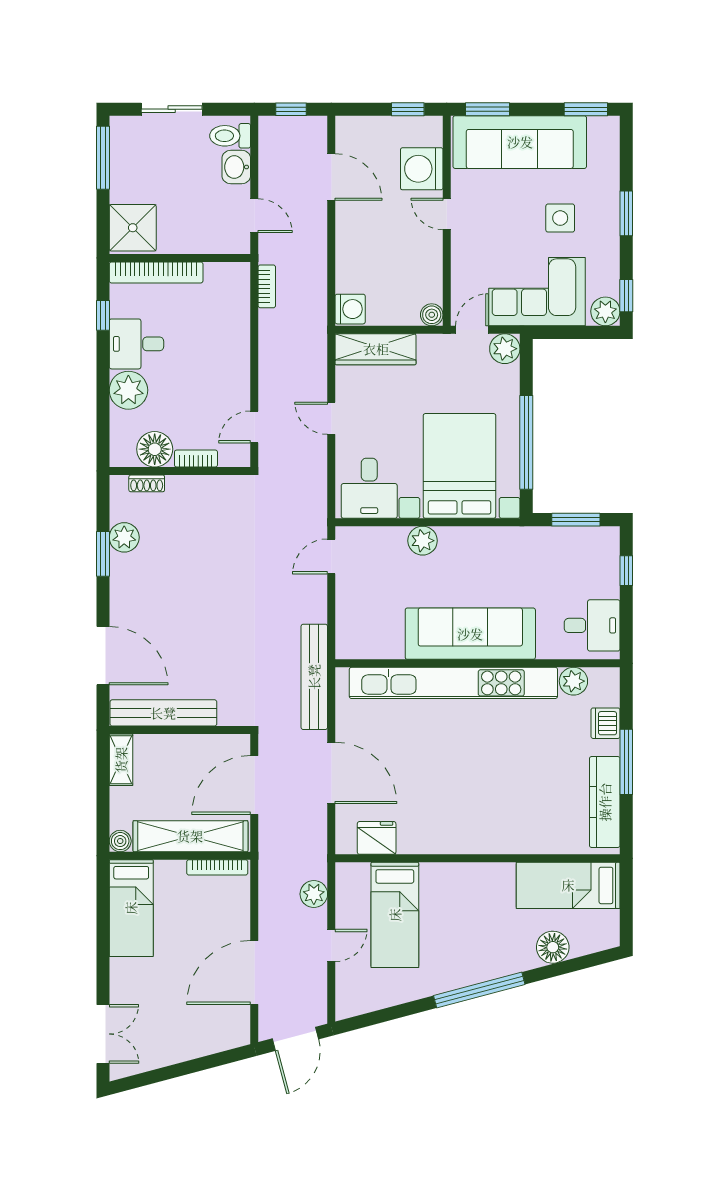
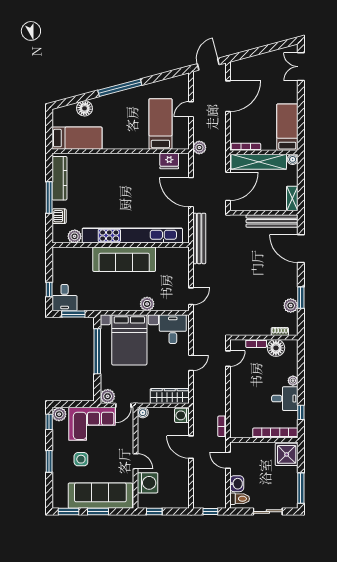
window: (487, 109) -> (98, 512), moved
door: (331, 177) -> (191, 447), moved
plant: (128, 390) -> (293, 381), width x0.53, depth x0.53
door: (331, 418) -> (191, 363), hinge flipped
desk: (592, 625) -> (65, 298), moved, turned -90
plant: (314, 894) -> (199, 148), moved

